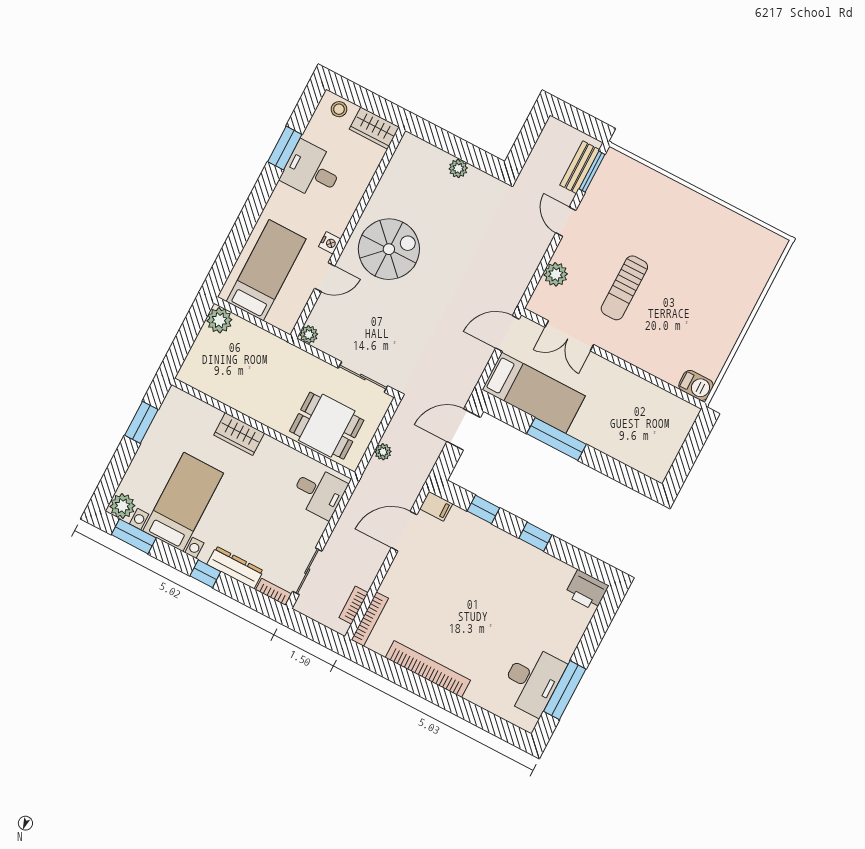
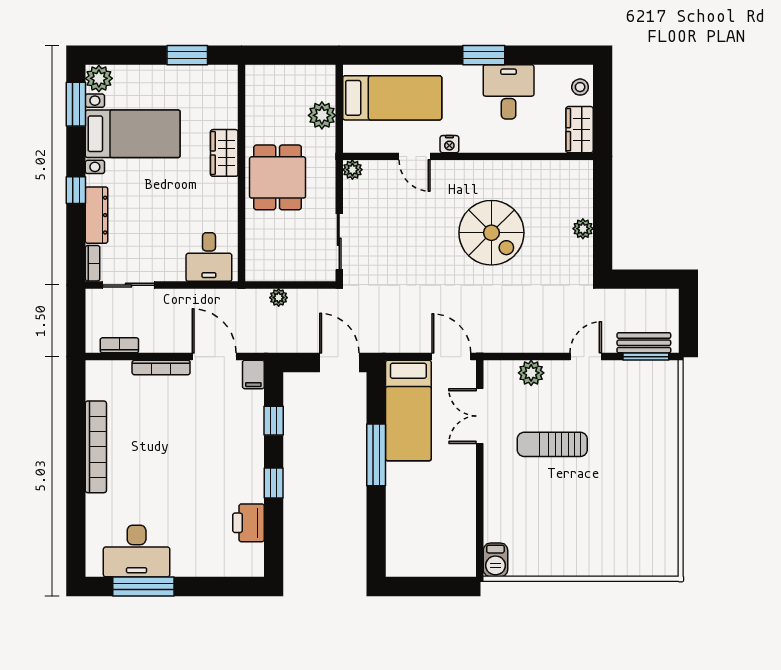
window: (285, 148) -> (484, 55), moved
spiral stairs: (389, 249) -> (491, 233), moved
plant: (219, 320) -> (322, 115), moved
dining table: (327, 426) -> (278, 177), moved
printer: (587, 590) -> (248, 523), moved
bookcase: (370, 619) -> (161, 368), moved

